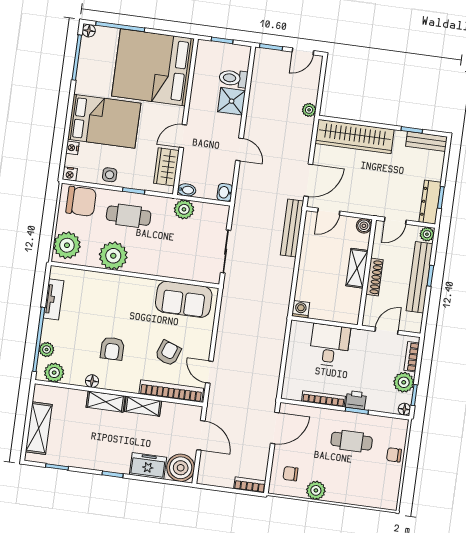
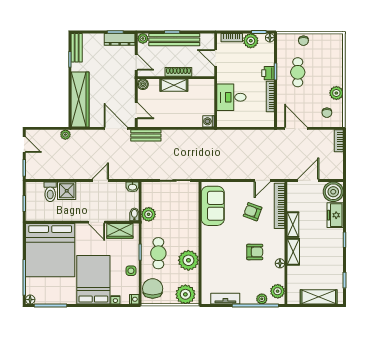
bench: (292, 228) -> (146, 135), width x0.73

